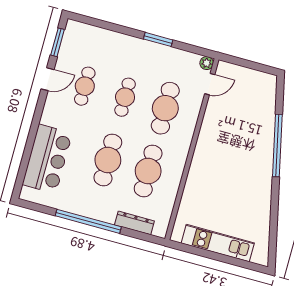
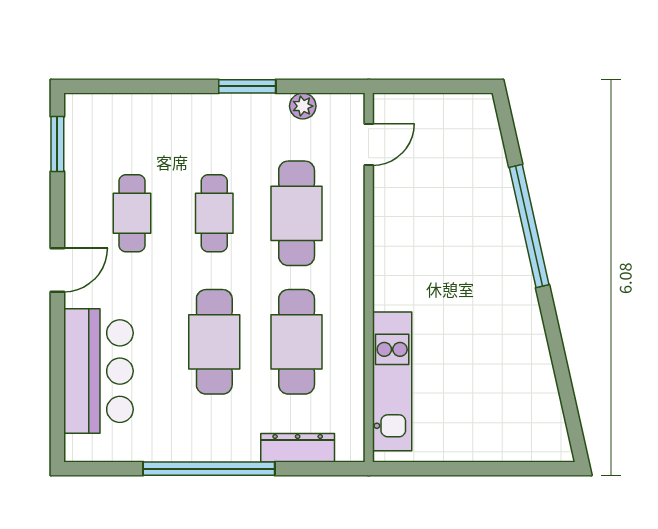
plant: (207, 63) -> (303, 106), moved
door: (47, 79) -> (57, 270), moved
kitchen unit: (218, 243) -> (392, 381), moved, turned 90

